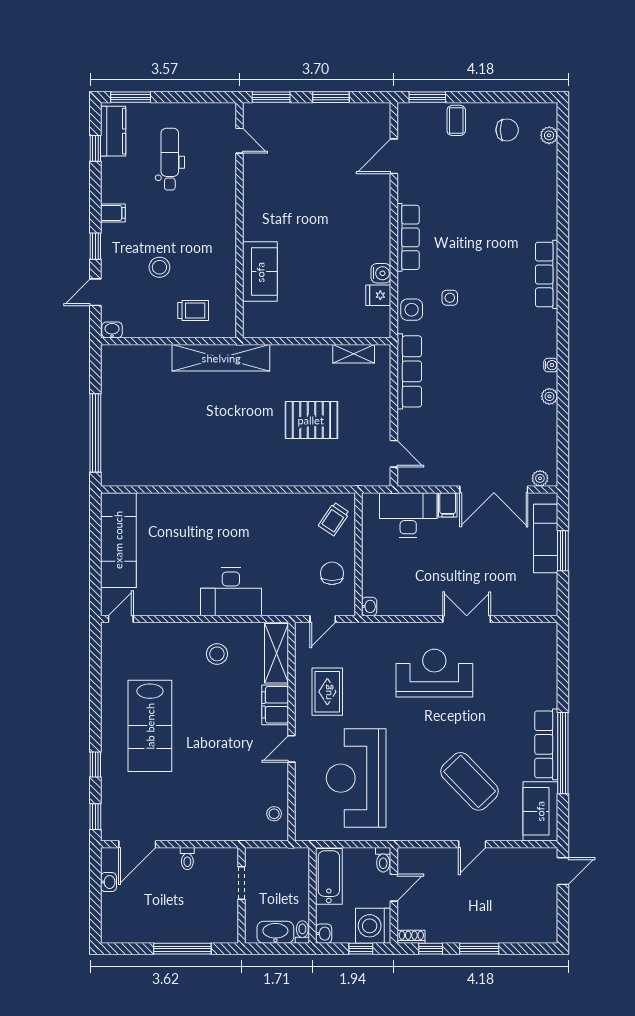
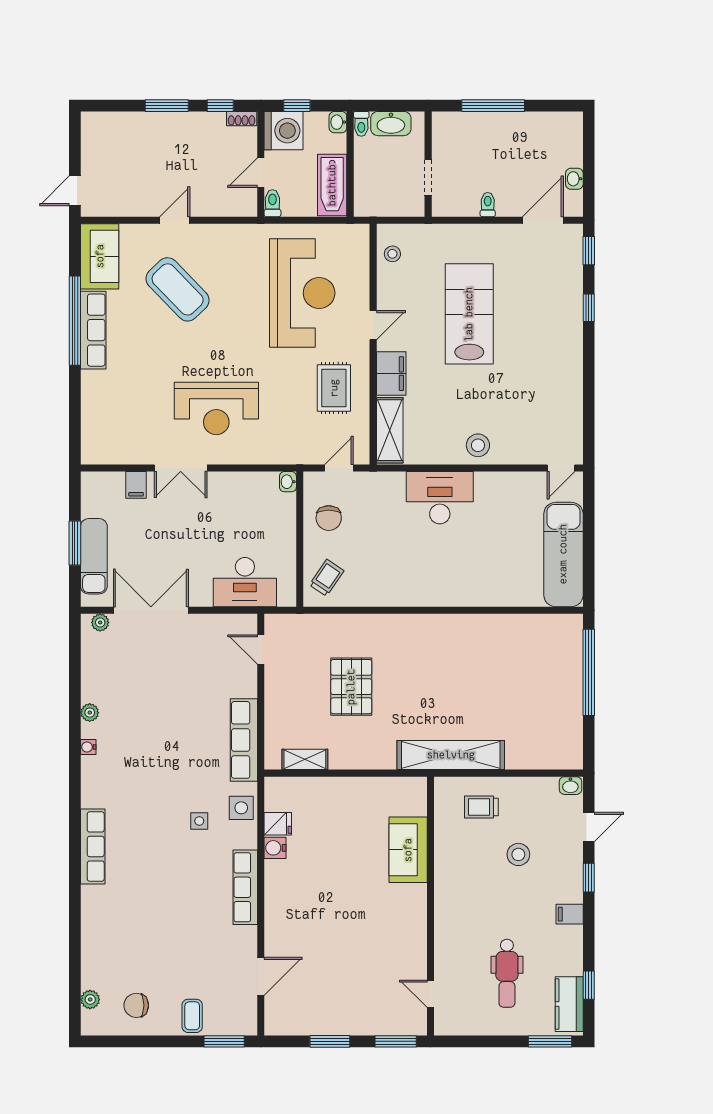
pallet: (311, 420) -> (351, 687), turned 90
filing cabinet: (448, 505) -> (136, 485), moved, turned 180
stool: (217, 654) -> (478, 445), moved
lab bench: (150, 726) -> (469, 314), moved

